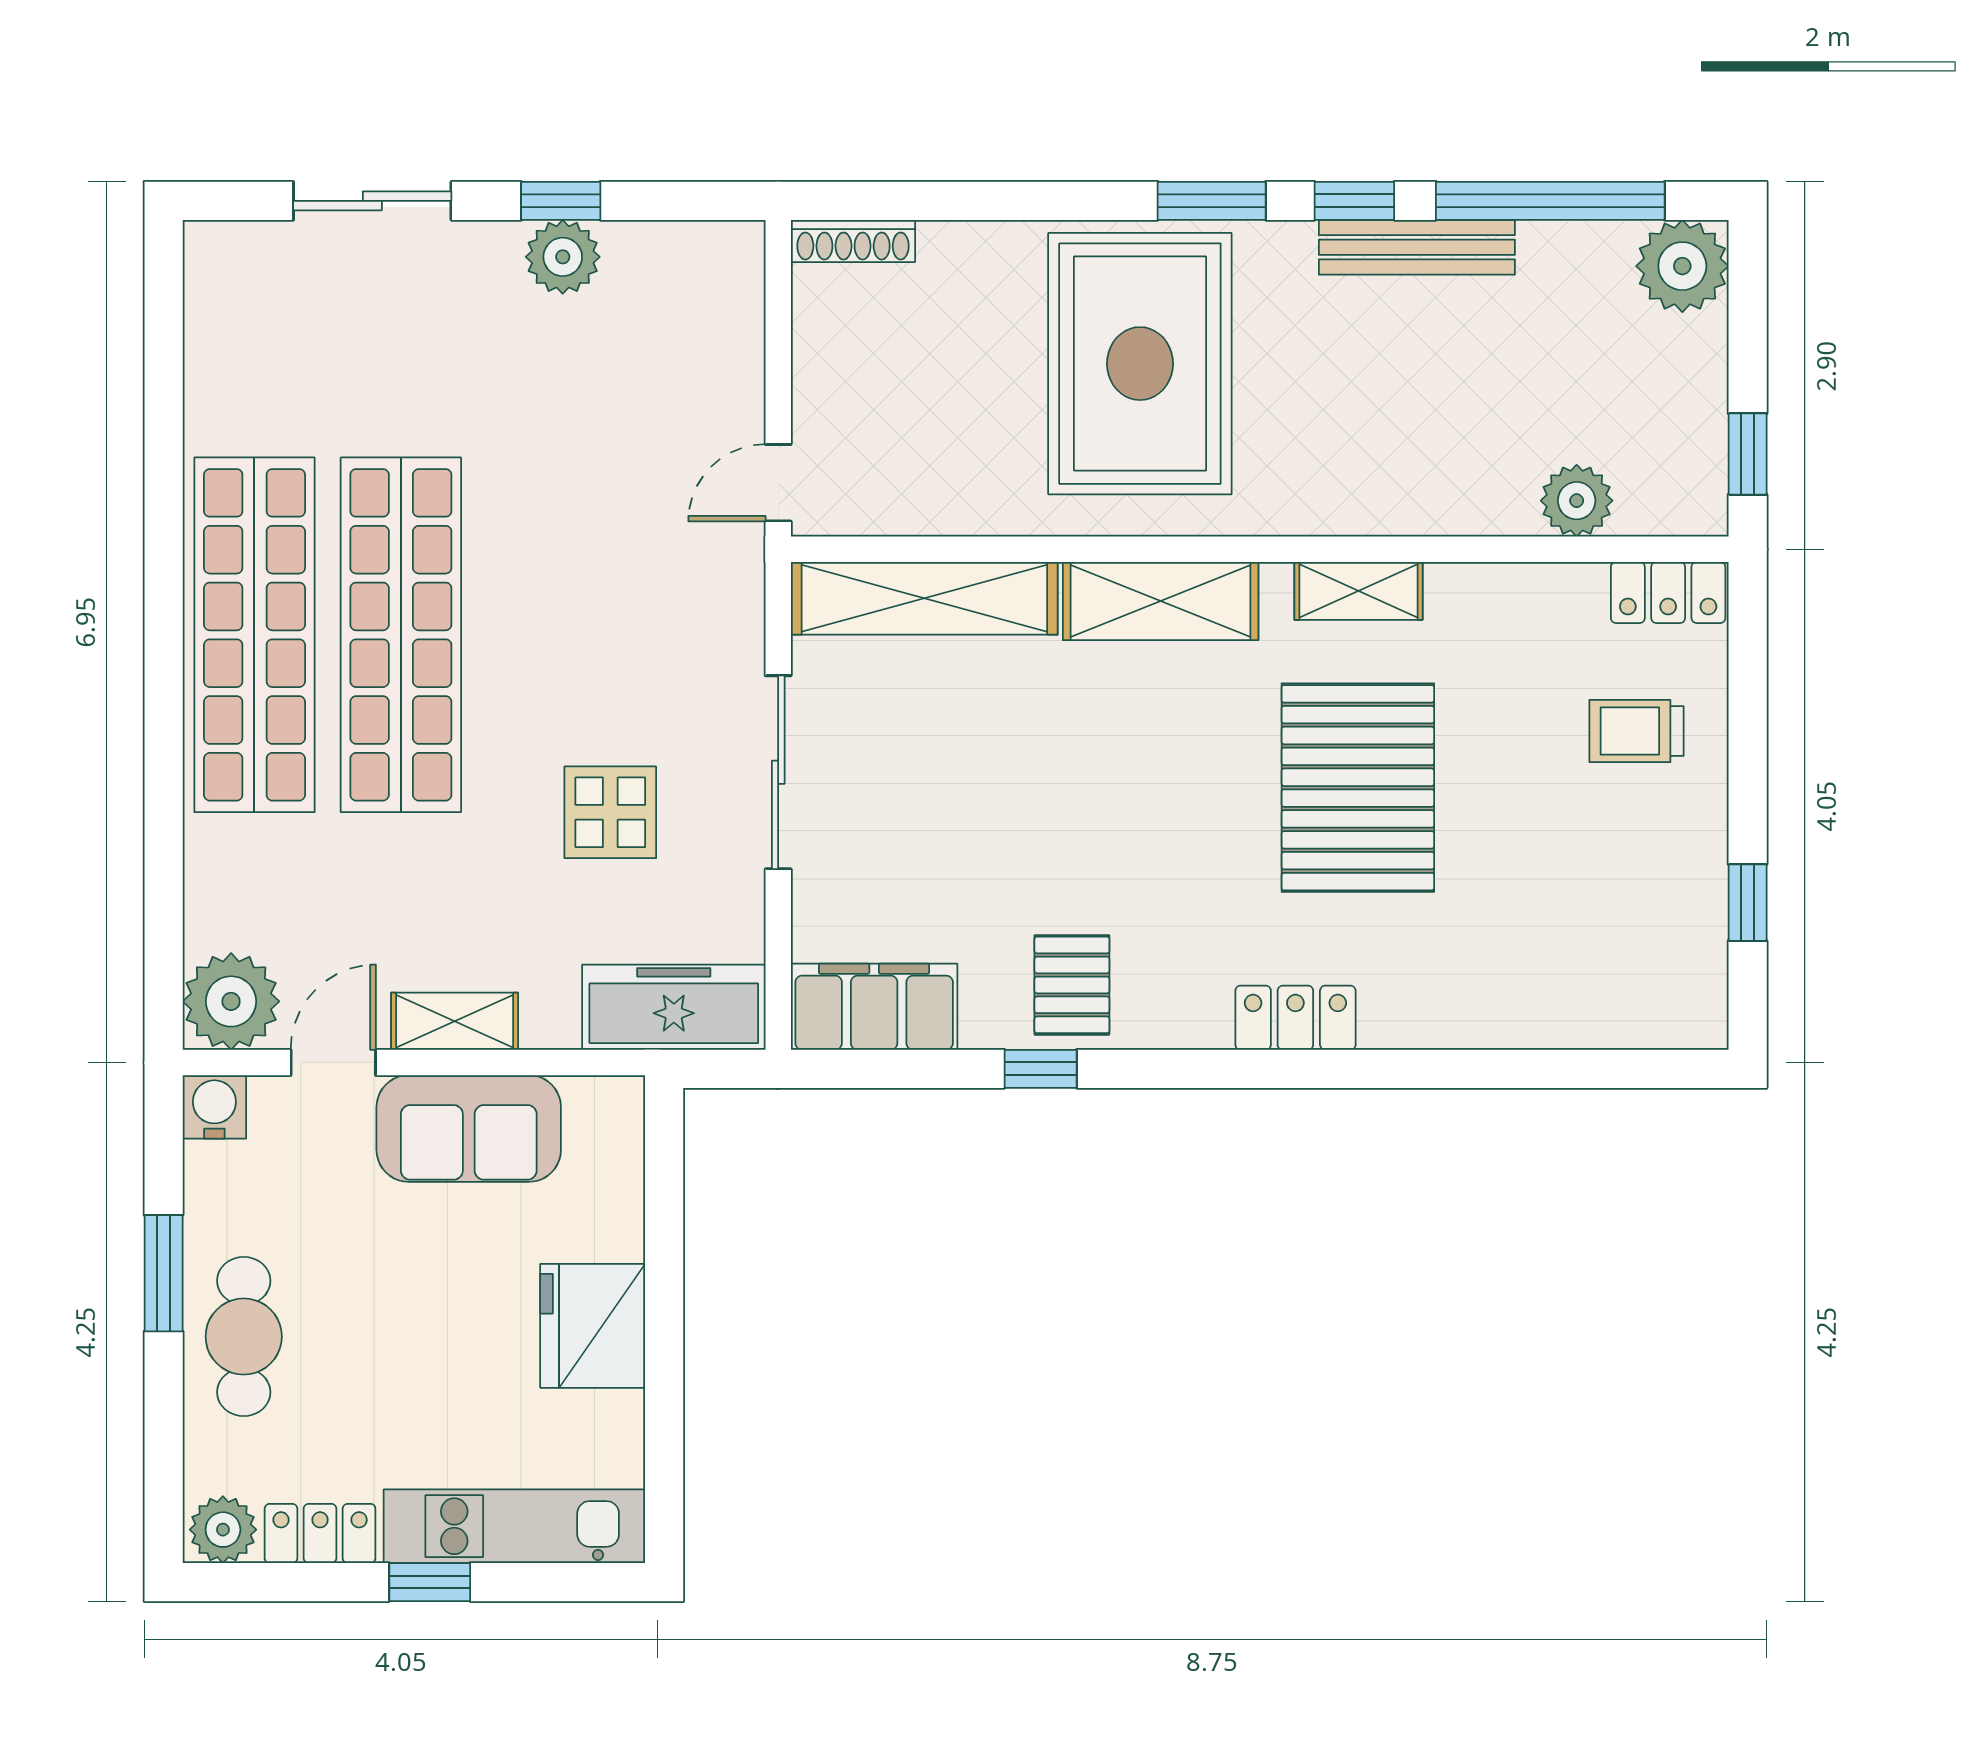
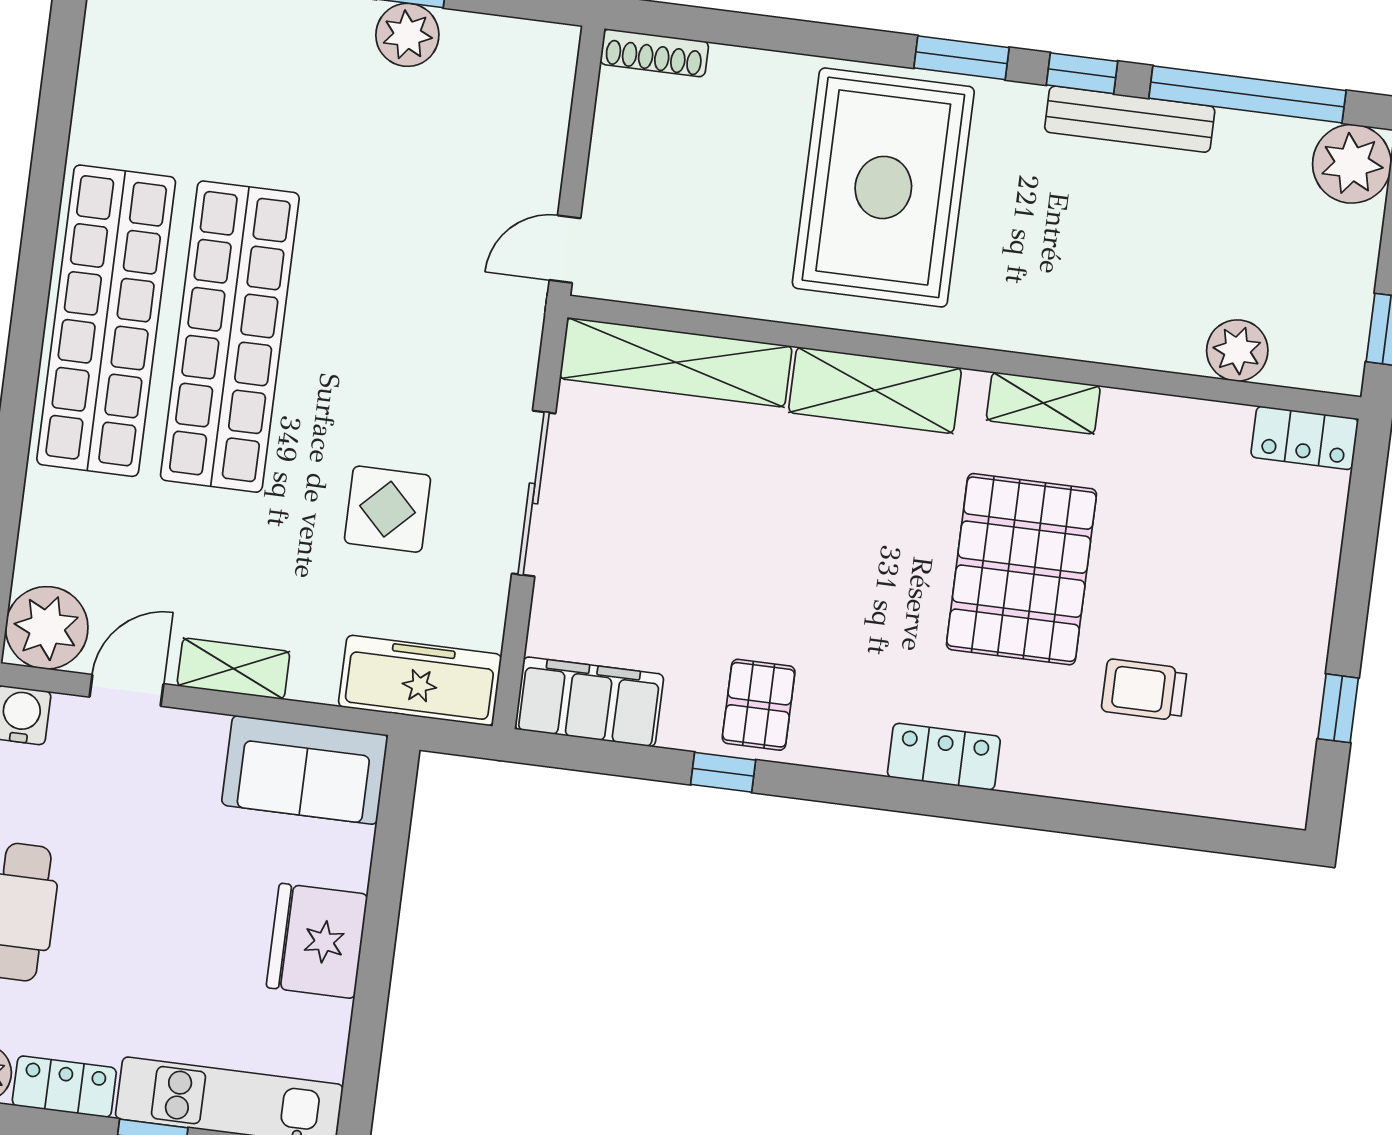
trolley: (1636, 731) -> (1144, 690), moved
sofa: (469, 1129) -> (305, 770), moved

